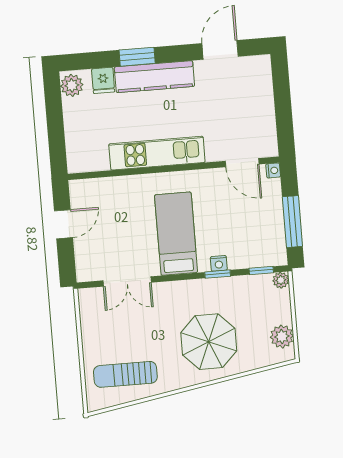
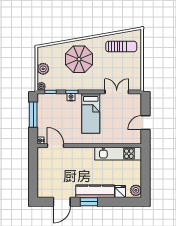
window: (137, 57) -> (89, 202), moved
kitchen unit: (157, 153) -> (118, 154), moved
plant: (282, 337) -> (43, 69), moved

